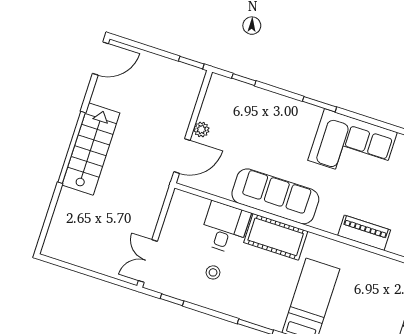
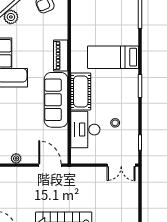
plant: (201, 129) -> (16, 158), moved
desk: (225, 228) -> (85, 130), width x1.37
piano: (364, 233) -> (61, 56), moved

